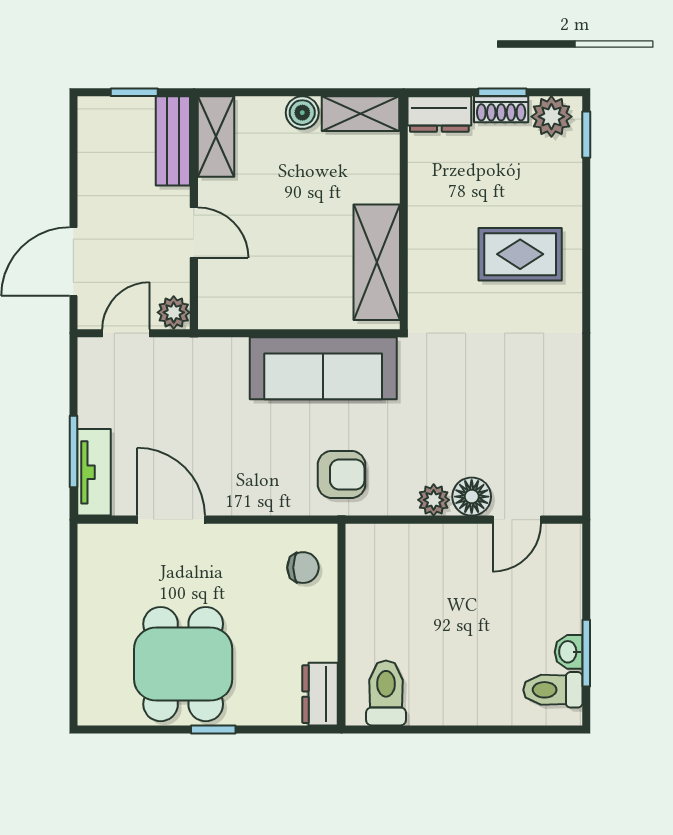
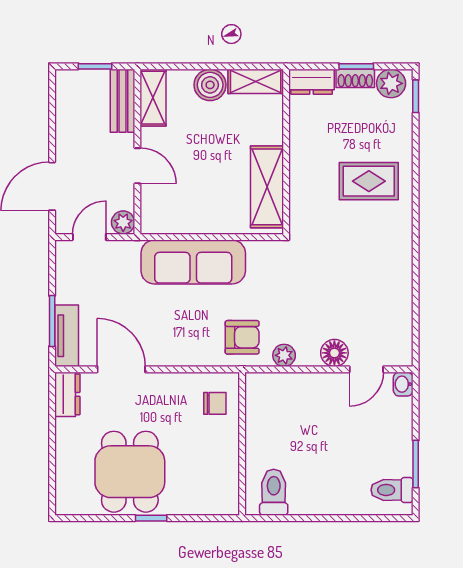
boiler: (302, 113) -> (210, 85), width x1.36, depth x1.36
sofa: (323, 368) -> (193, 262), moved
plant: (434, 500) -> (284, 355), moved
washbasin: (569, 652) -> (403, 384), moved
dresser: (320, 694) -> (67, 394), moved, turned 180

